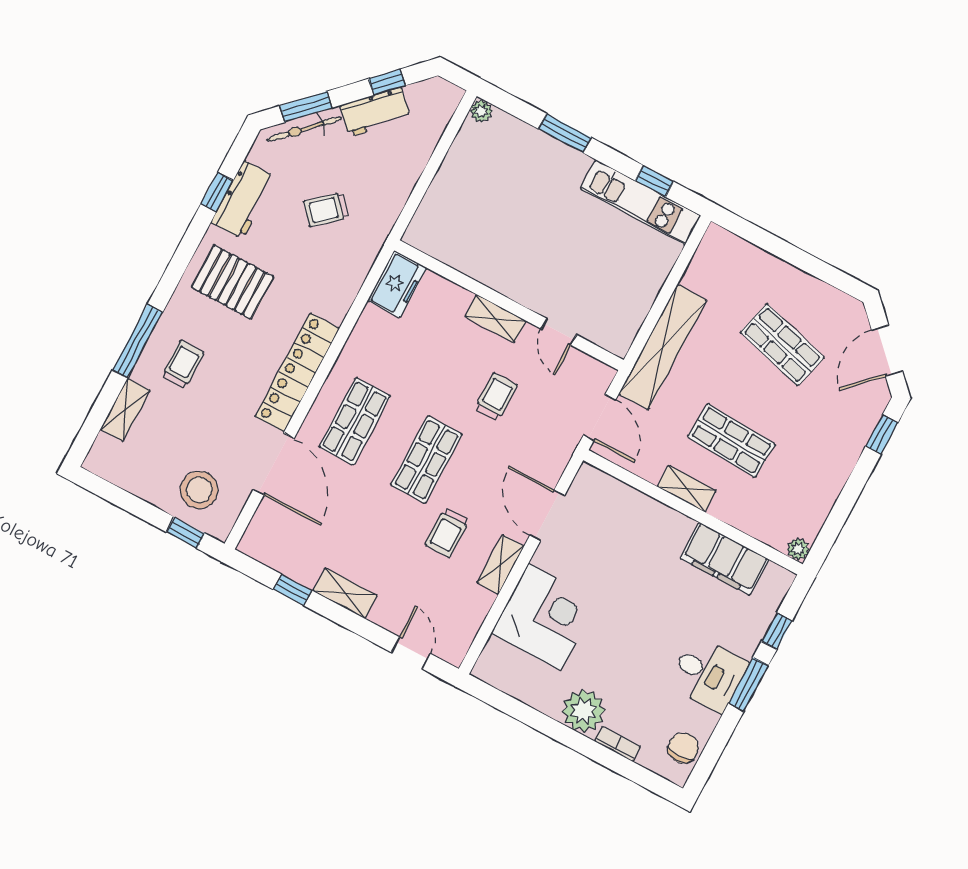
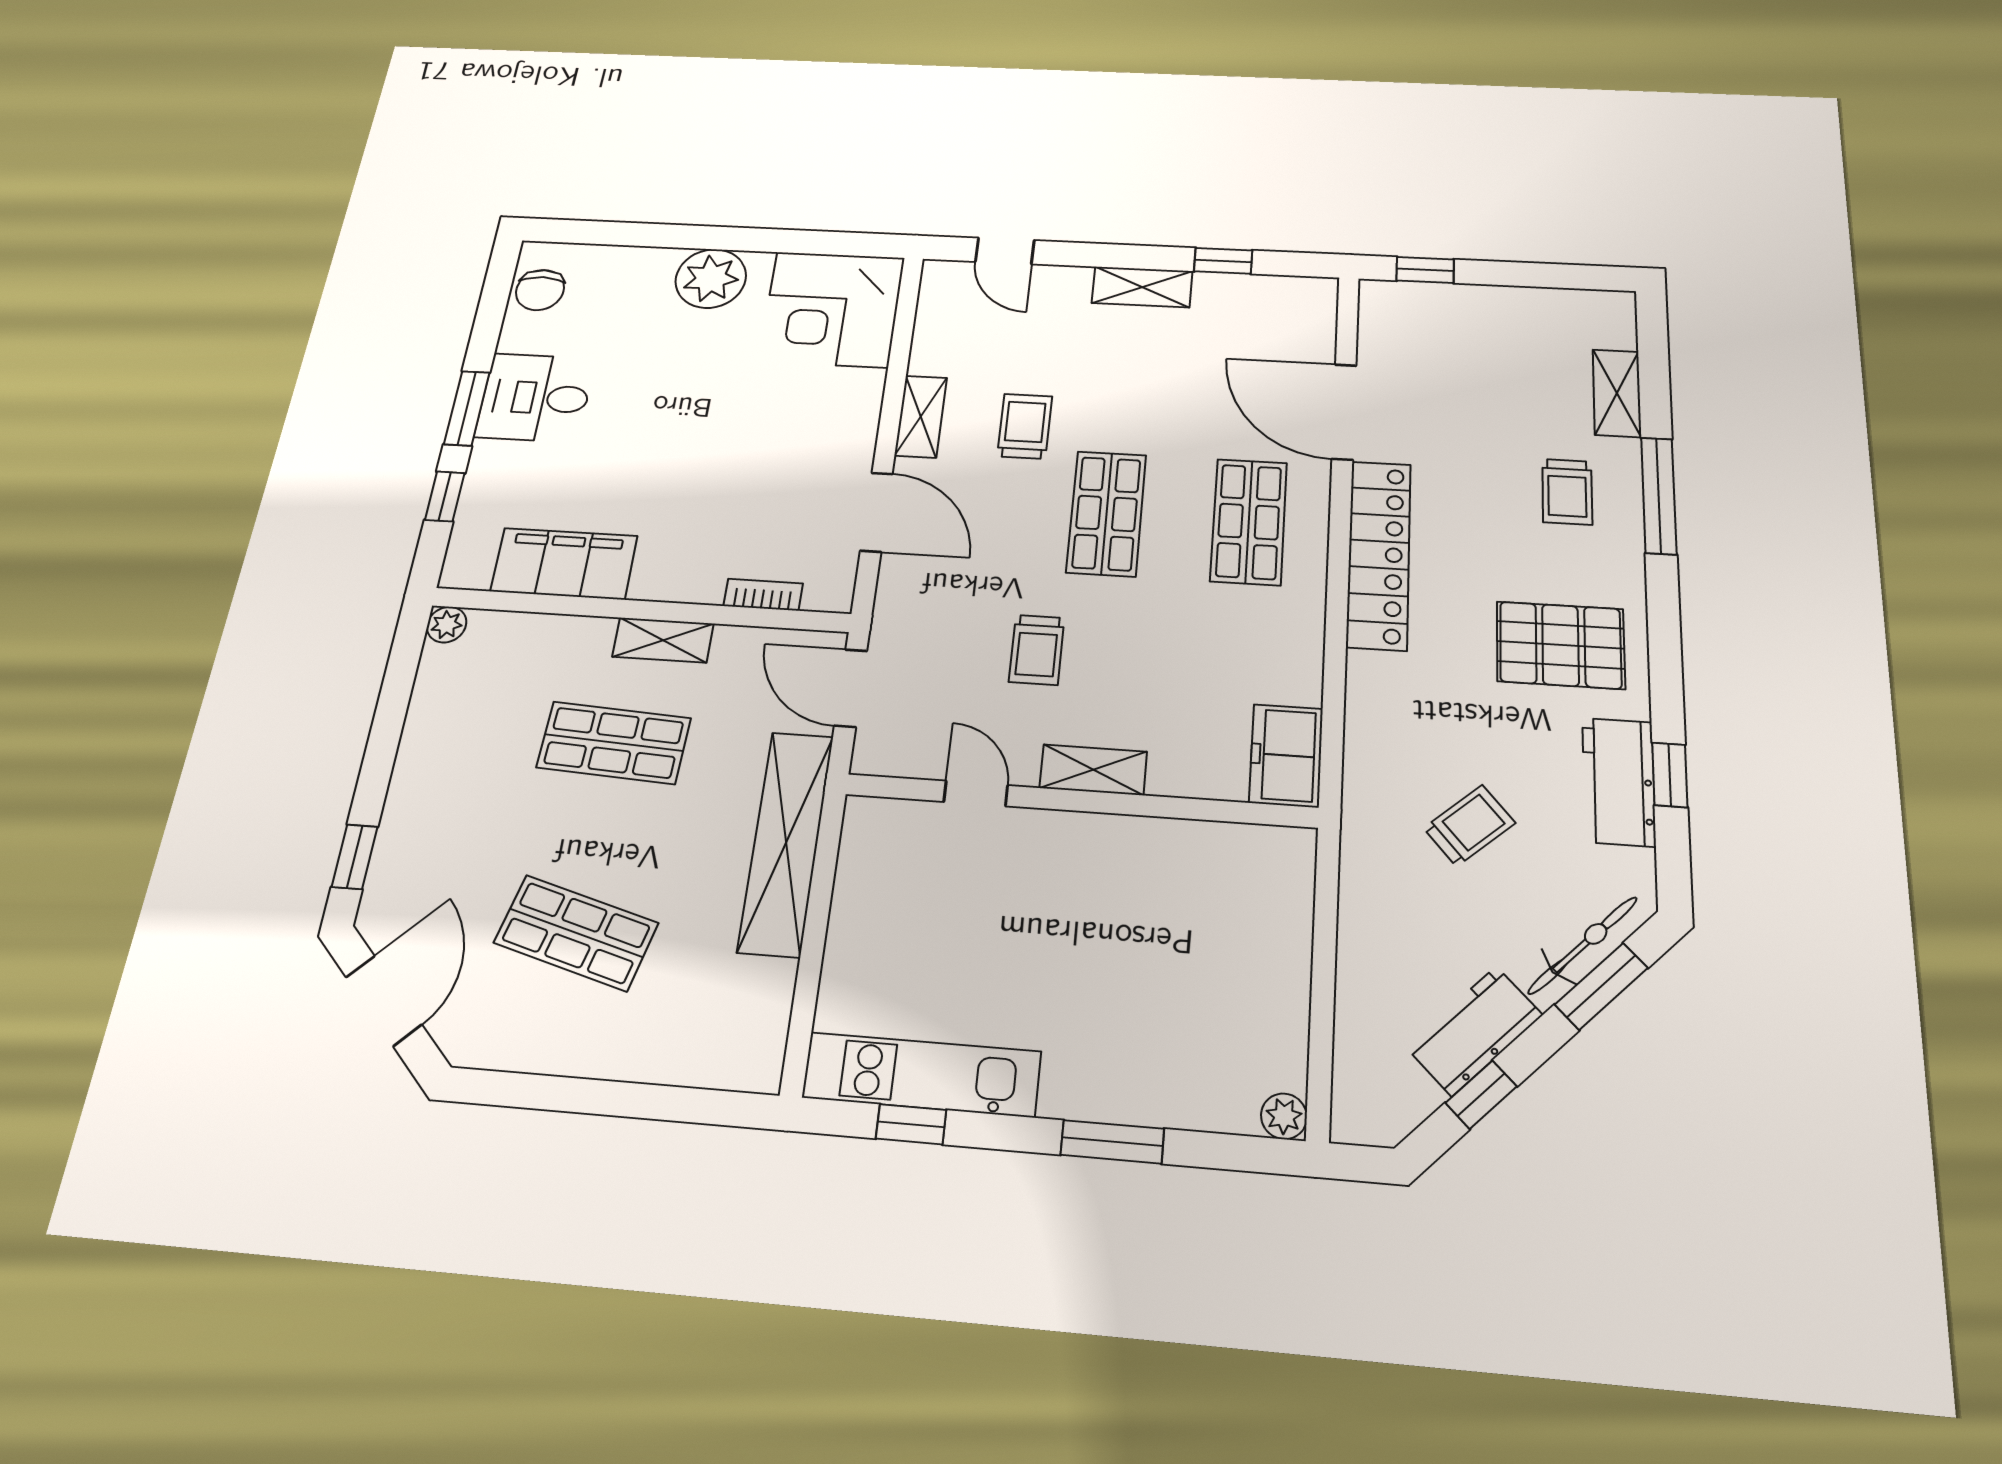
stool: (199, 490) -> (1438, 332), removed
corner desk: (545, 617) -> (832, 309), moved
bookcase: (618, 744) -> (763, 595), moved, turned 180

